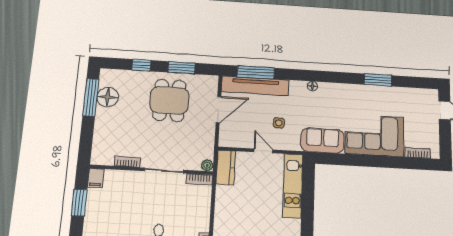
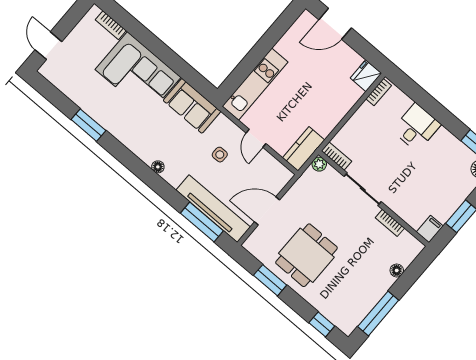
window: (141, 65) -> (322, 324), moved
floor lamp: (108, 97) -> (397, 270), moved, width x0.53, depth x0.53

